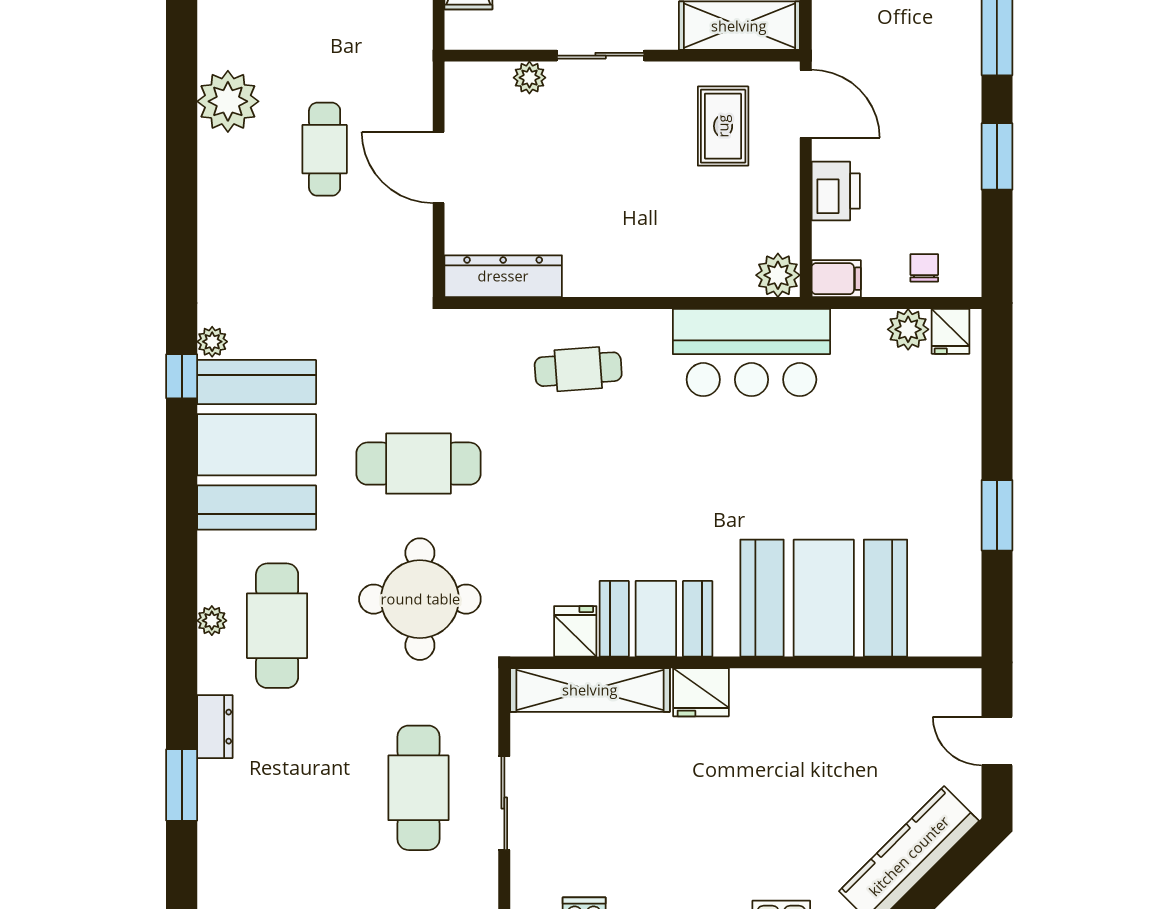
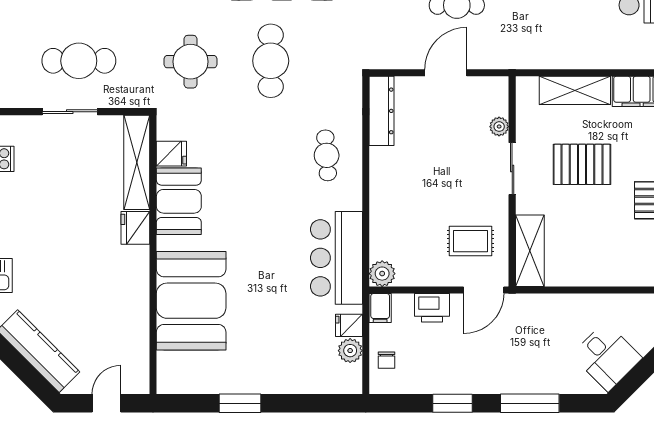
chair: (924, 268) -> (387, 360), turned 90
fridge: (951, 331) -> (349, 325), moved
round table: (420, 599) -> (190, 62), width x0.73, depth x0.73

